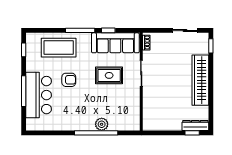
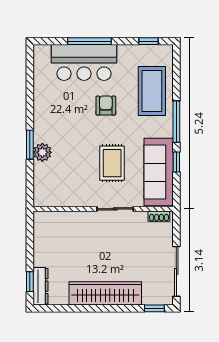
sliding door: (185, 30) -> (176, 271), width x1.37
armchair: (69, 80) -> (106, 106), turned 180
window: (96, 133) -> (30, 145), width x0.47

